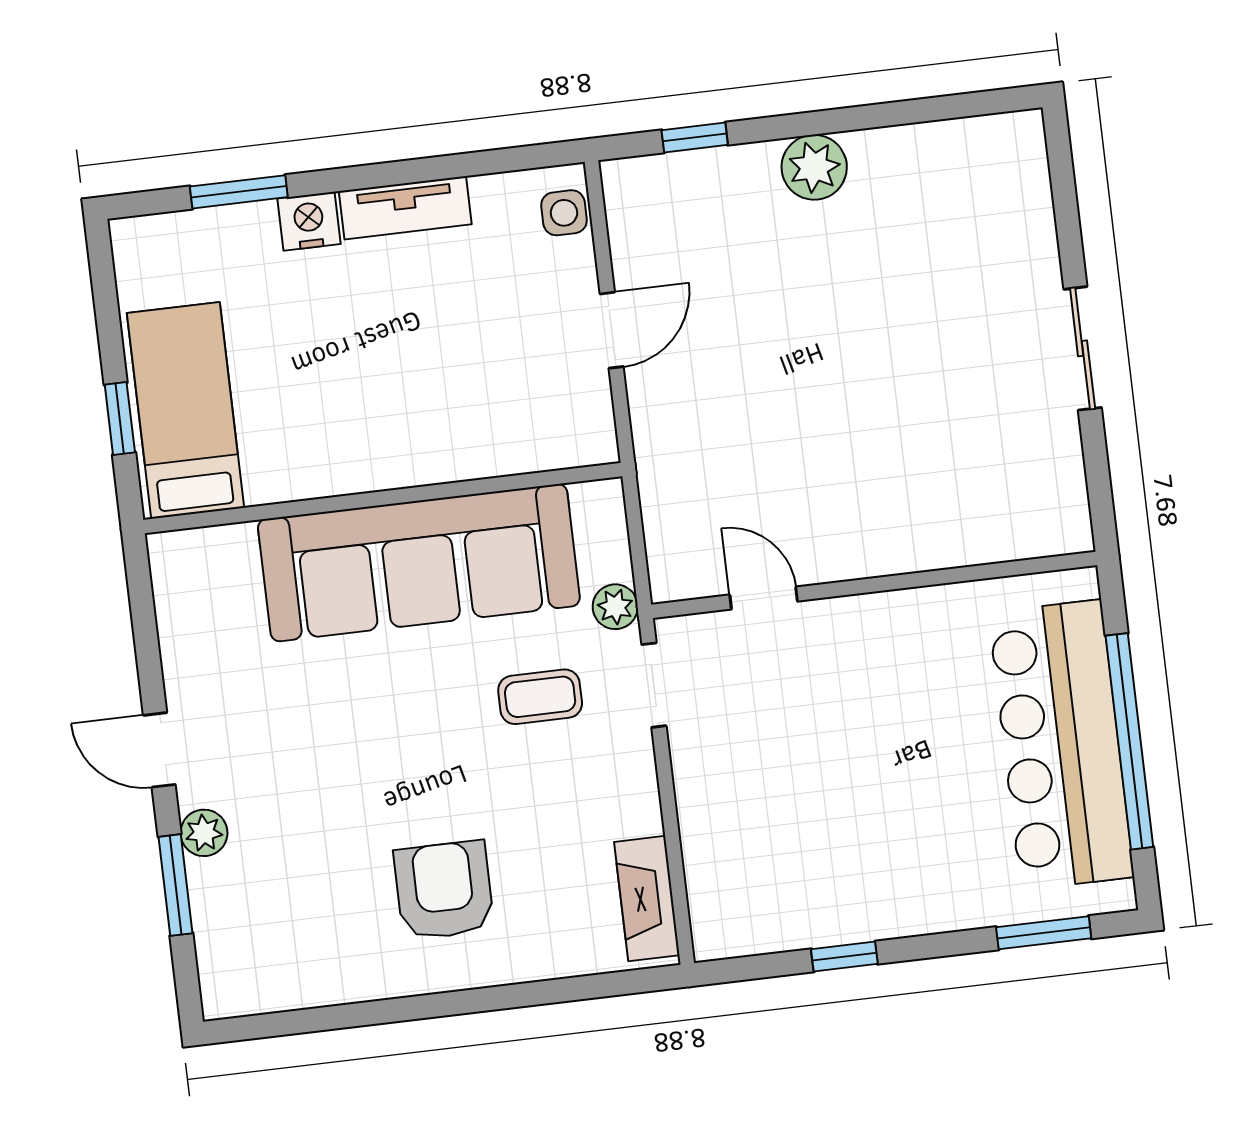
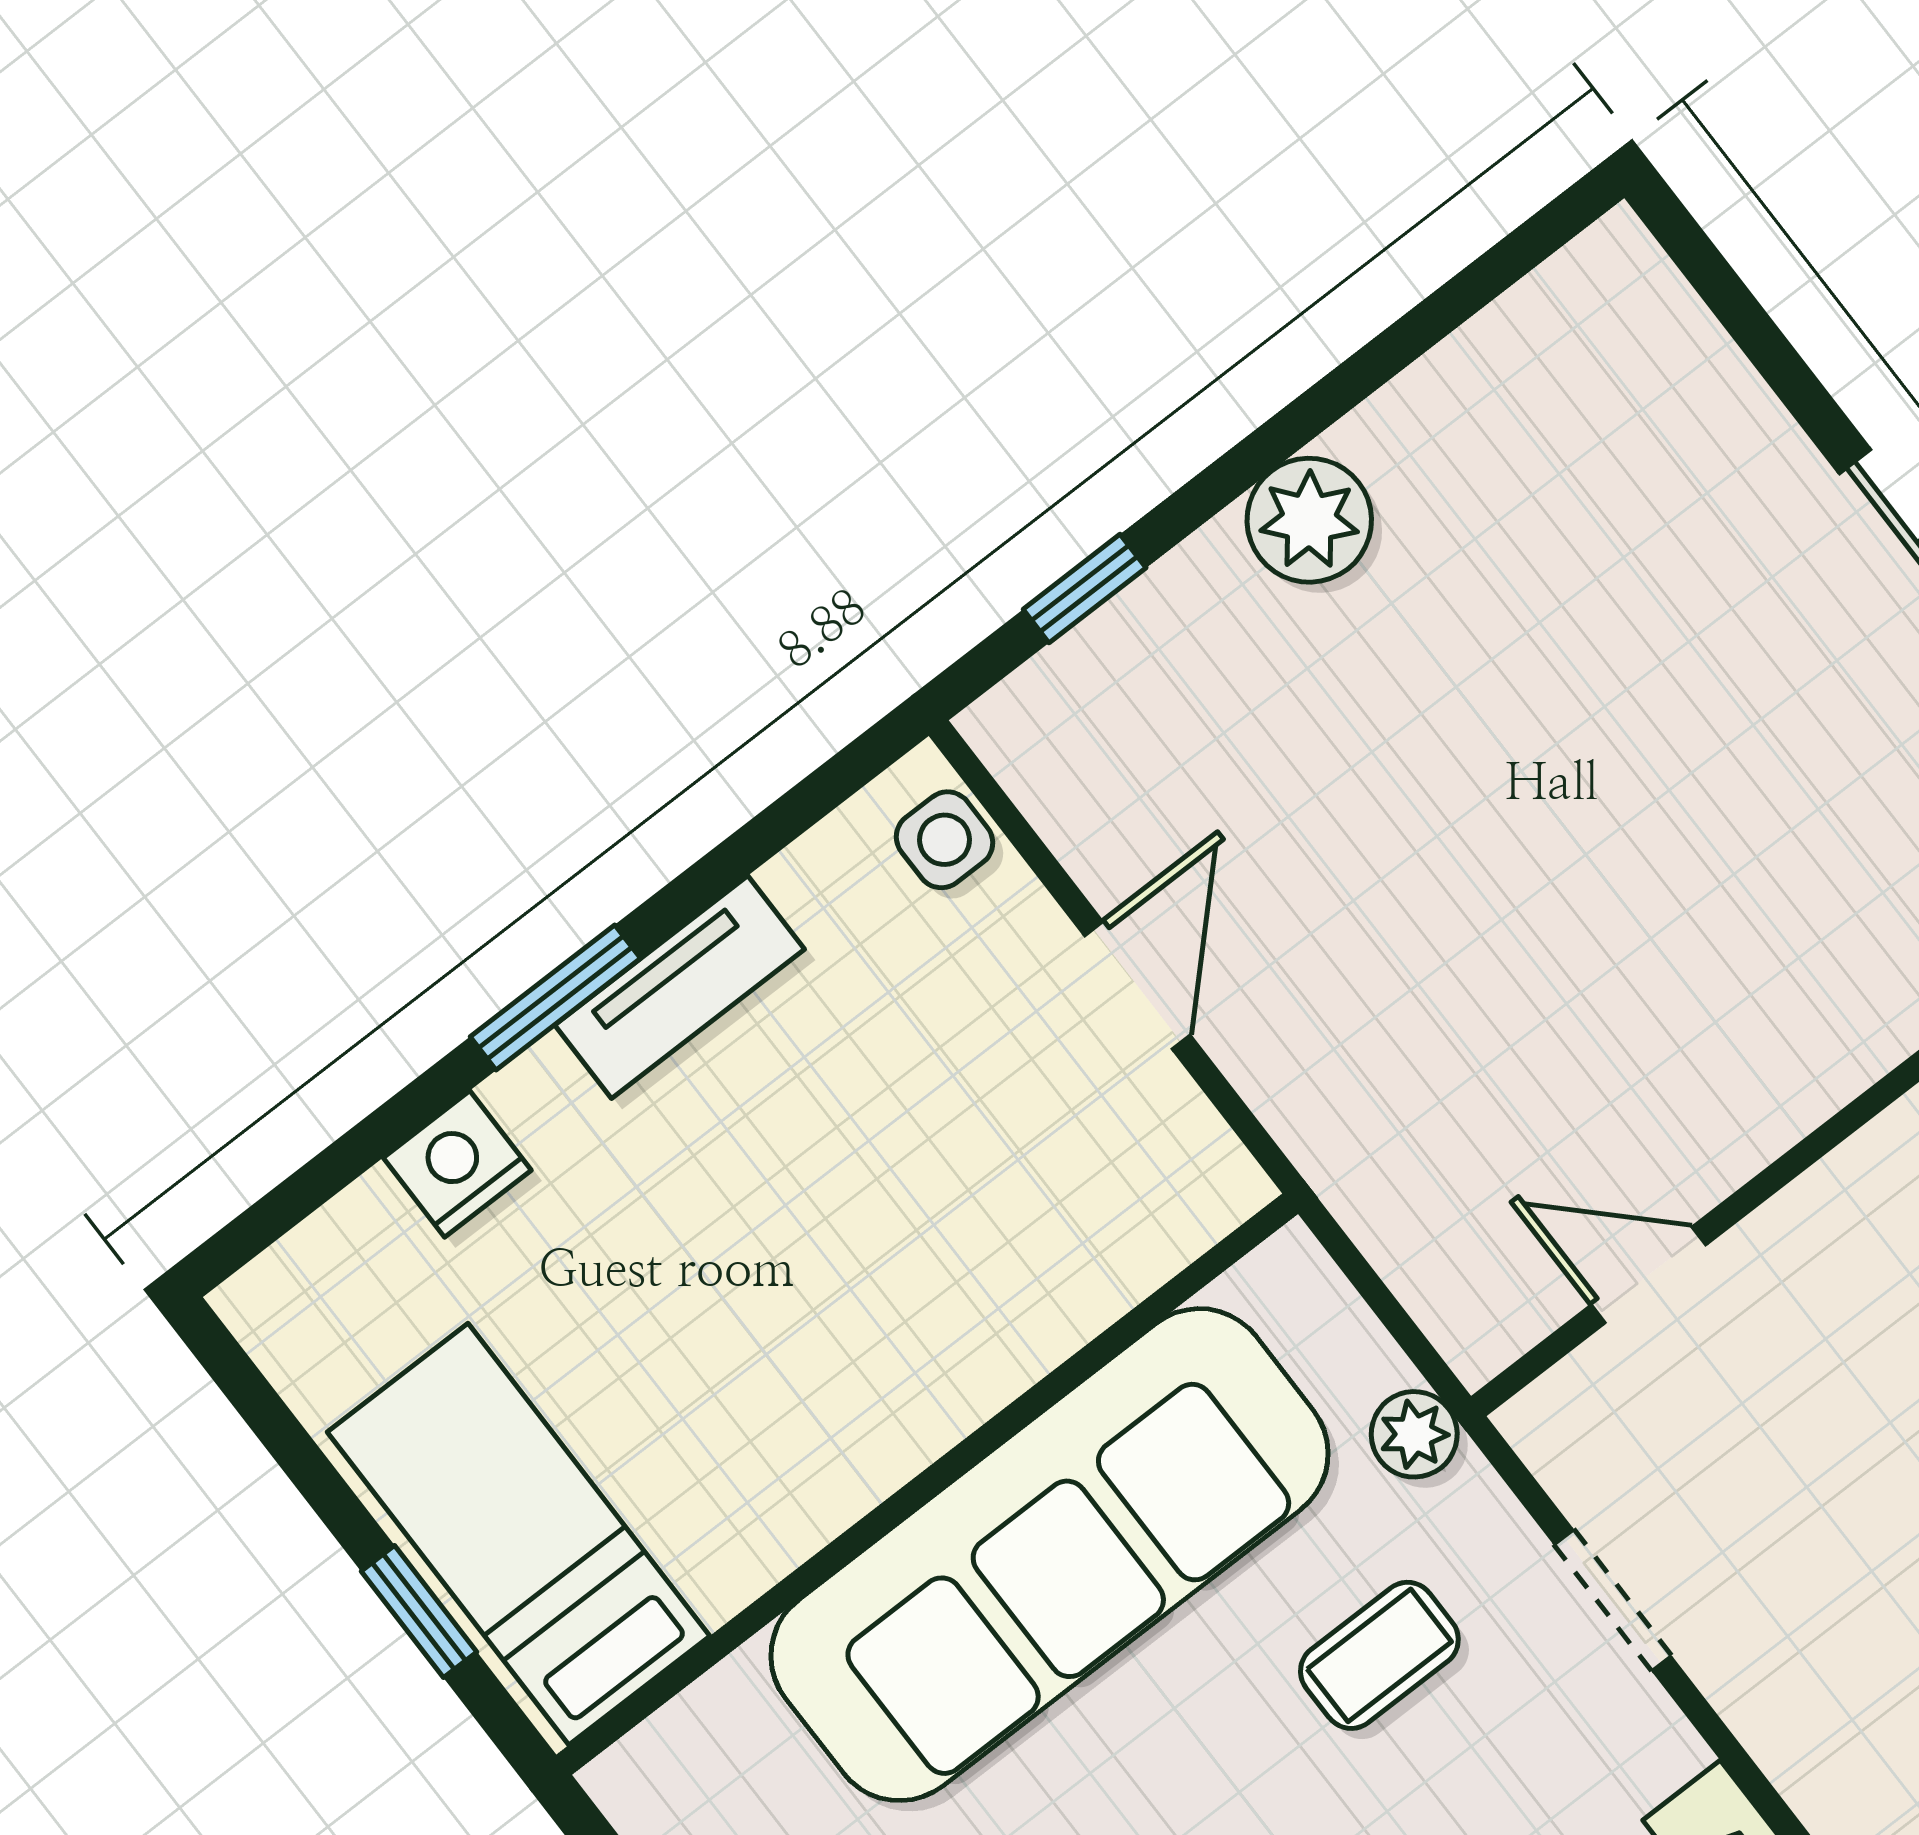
window: (239, 192) -> (555, 998), moved
nightstand: (309, 221) -> (457, 1164), moved
doorway: (654, 685) -> (1613, 1600), moved

